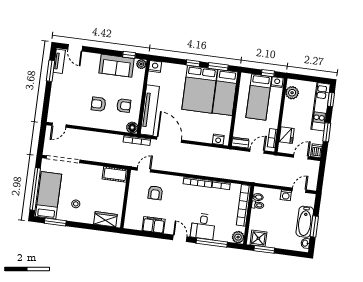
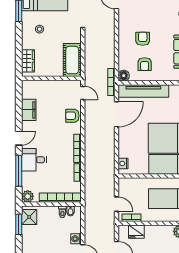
dresser: (240, 143) -> (123, 186), removed
cot: (115, 174) -> (72, 60), width x1.37, depth x1.34
armchair: (155, 193) -> (72, 116), moved

